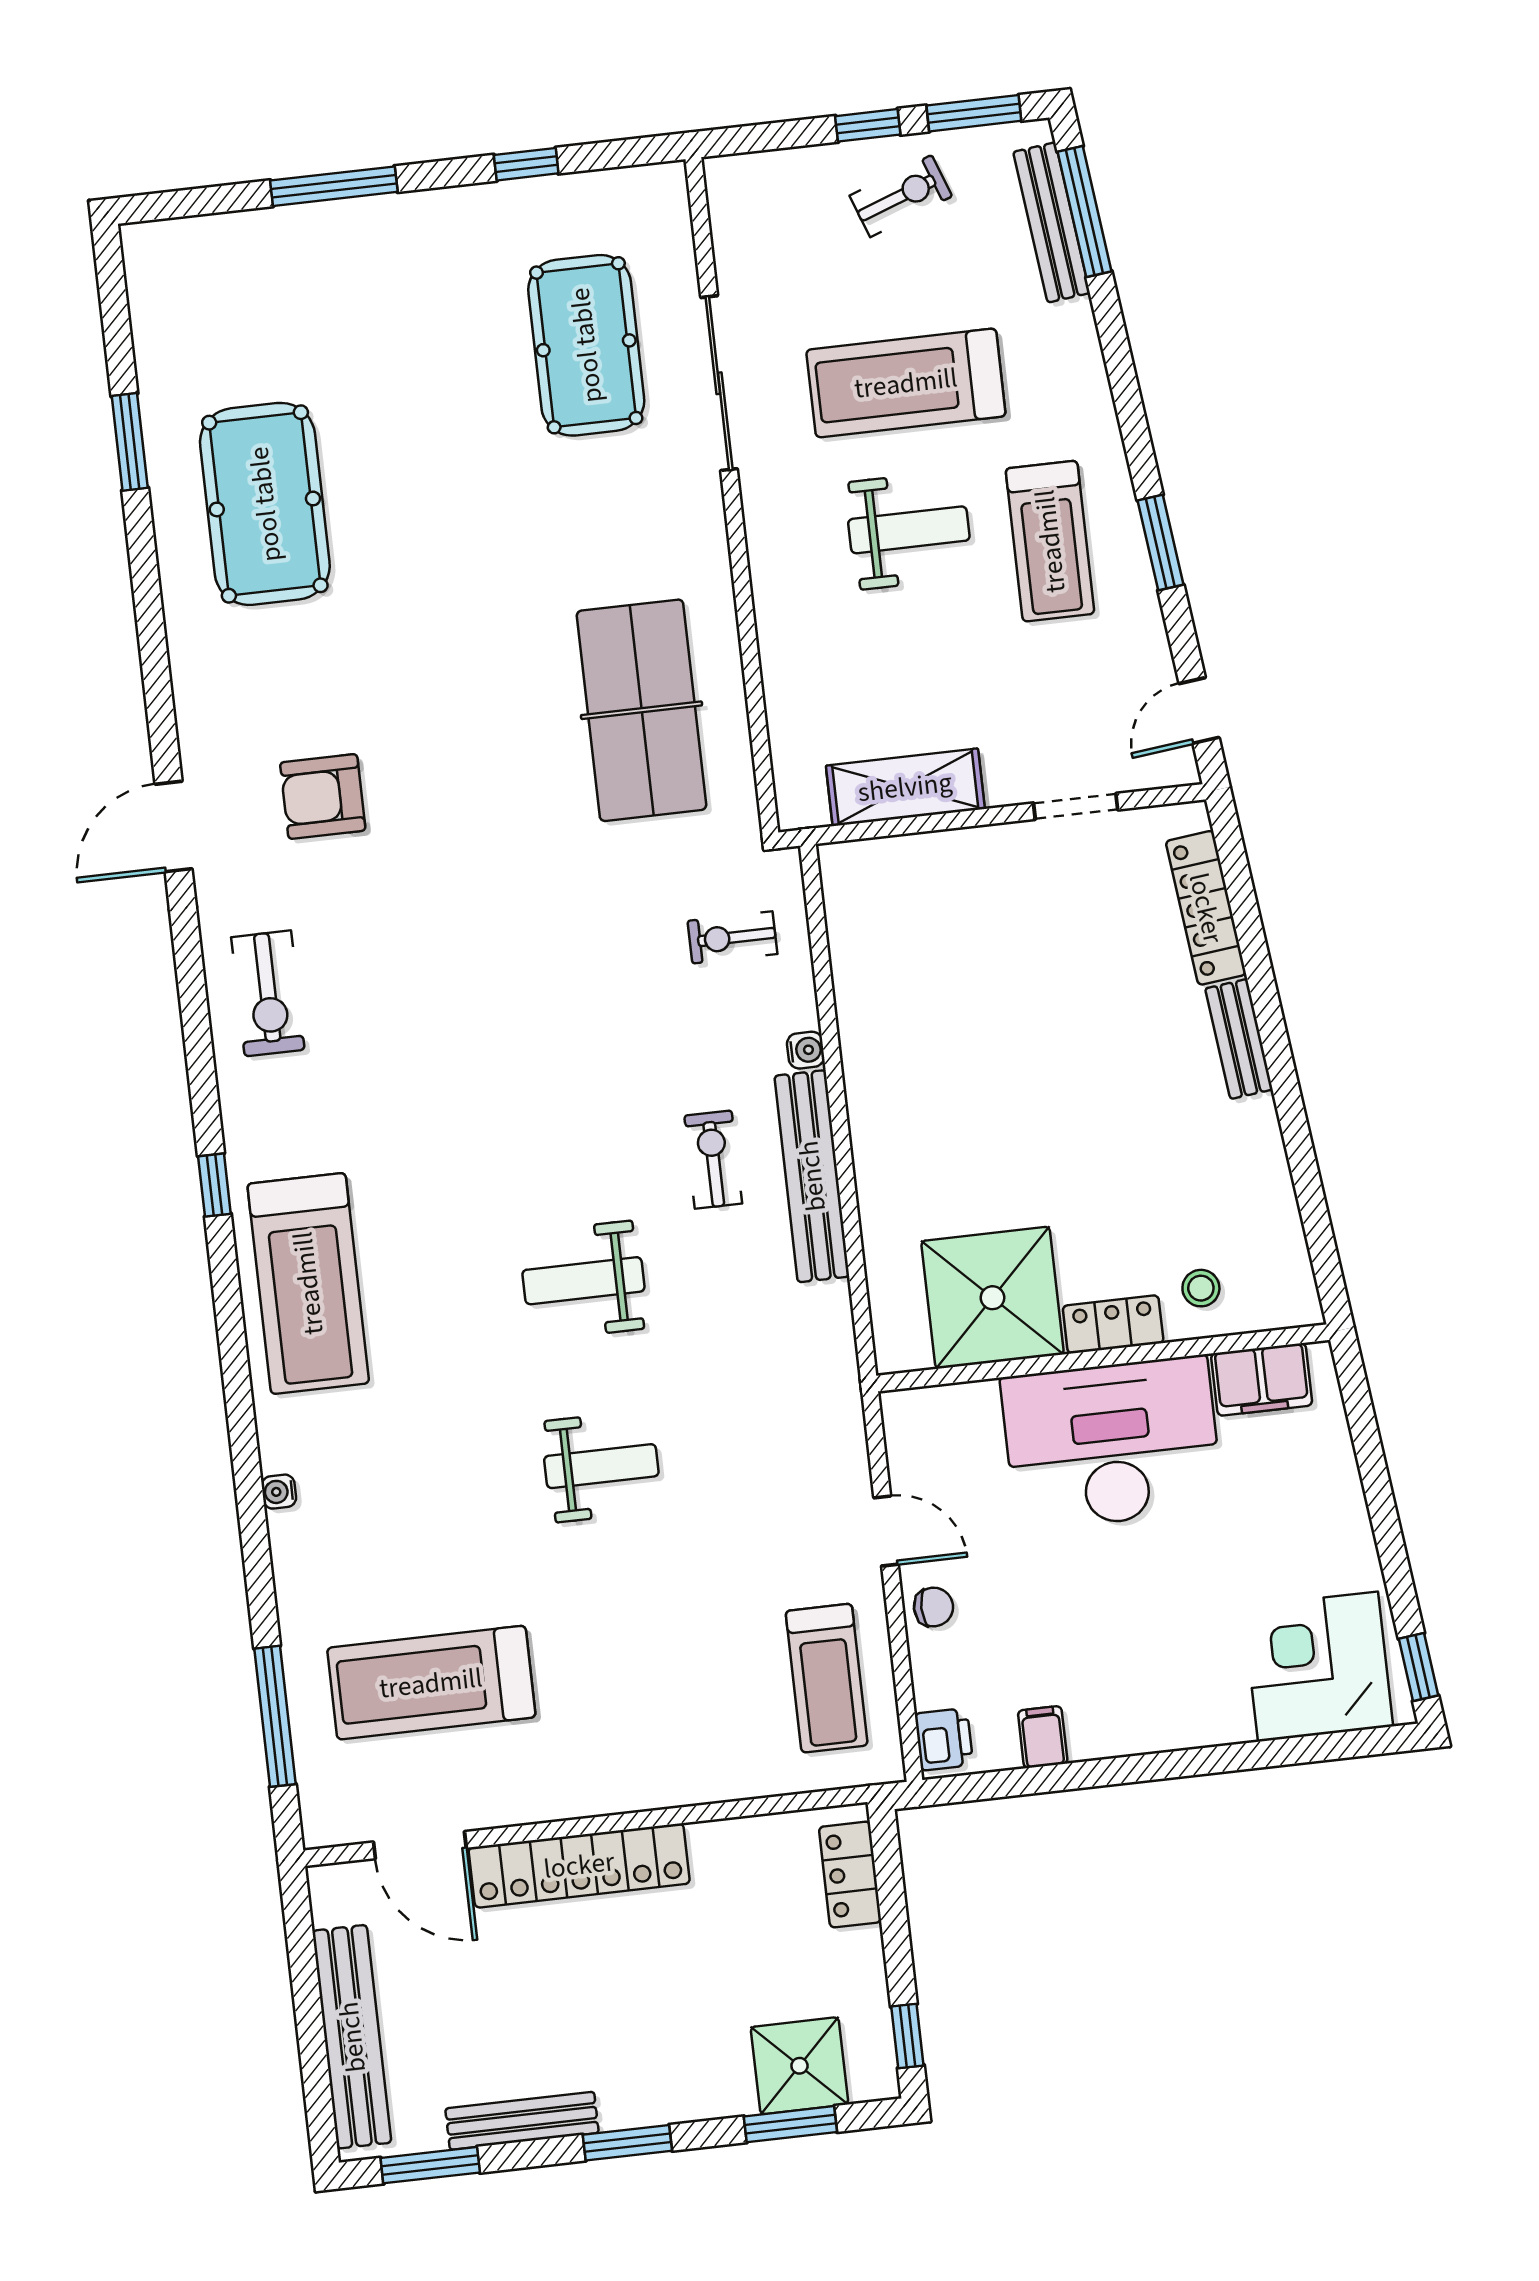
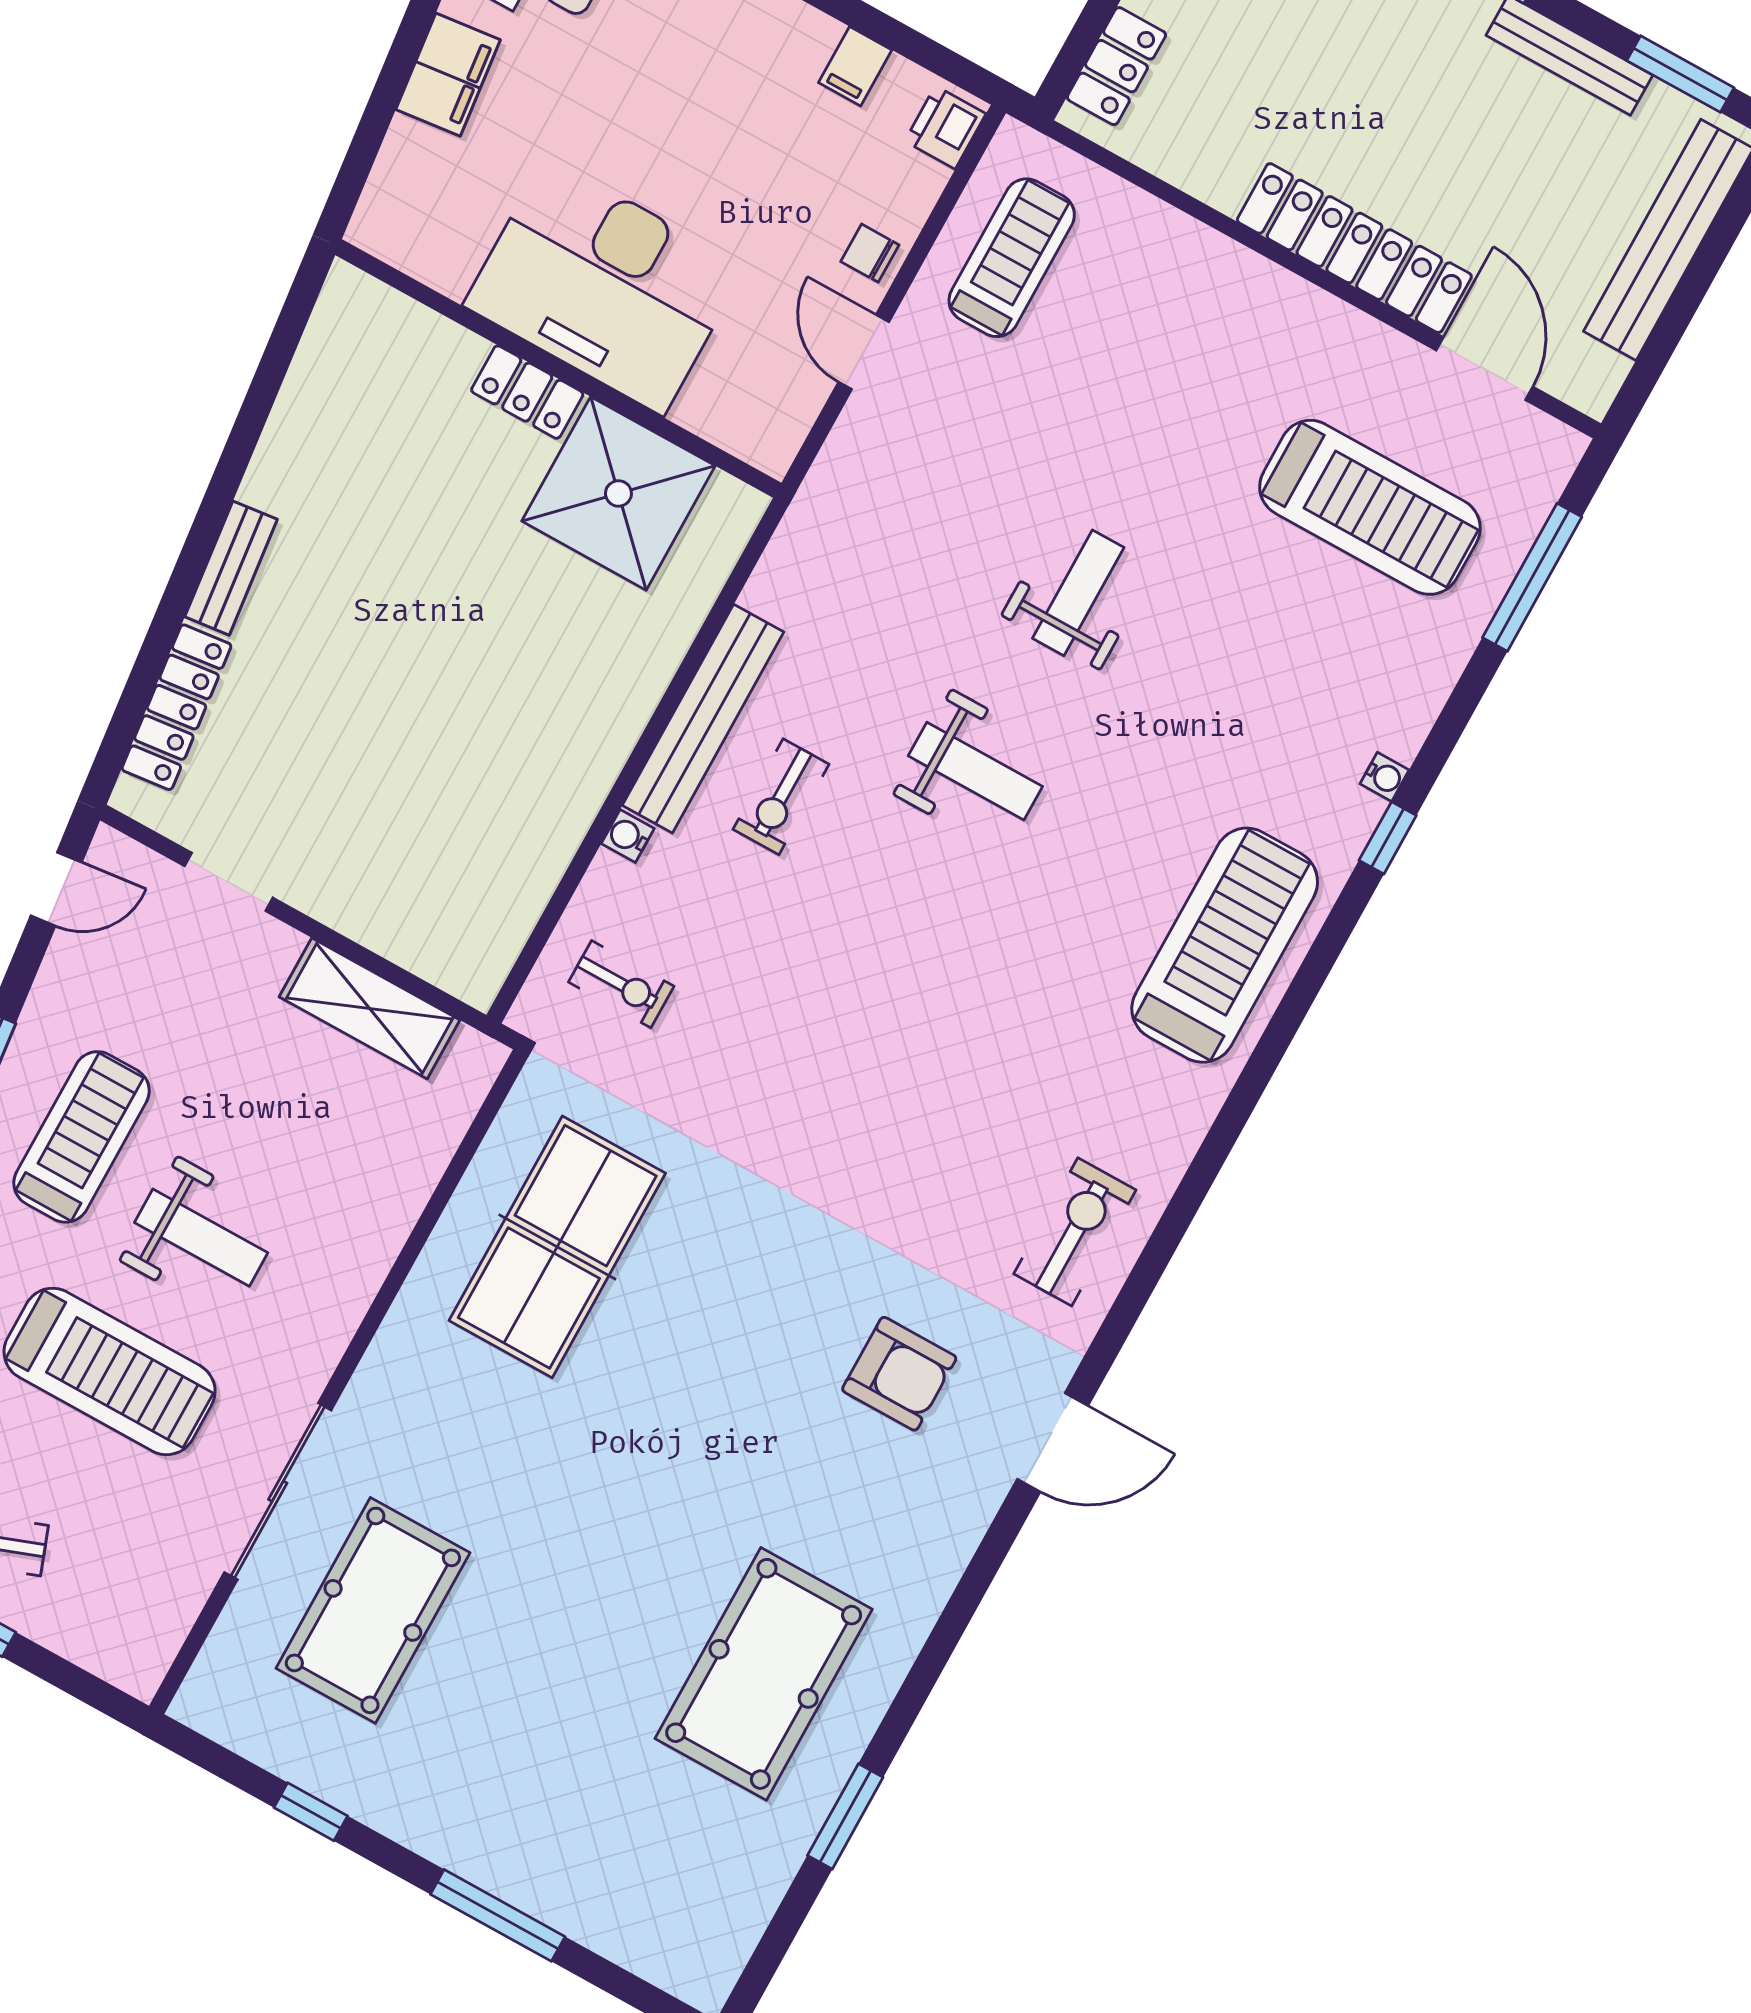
weight bench: (909, 530) -> (201, 1238), turned 180
window: (214, 1185) -> (1388, 838), moved
stool: (1201, 1288) -> (425, 368), removed
filing cabinet: (1262, 1379) -> (448, 75), moved, turned 84
weight bench: (601, 1466) -> (1078, 593), turned 90

